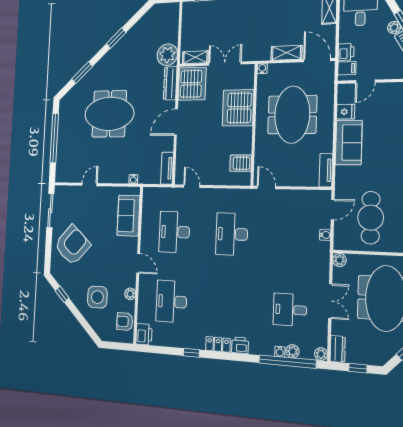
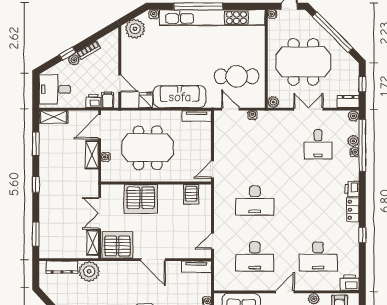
water cooler: (262, 69) -> (106, 157), moved
dresser: (170, 83) -> (62, 267), moved
sofa: (349, 143) -> (180, 97), width x1.36

